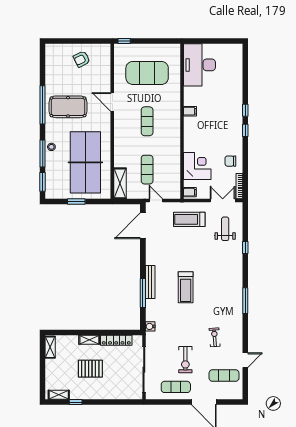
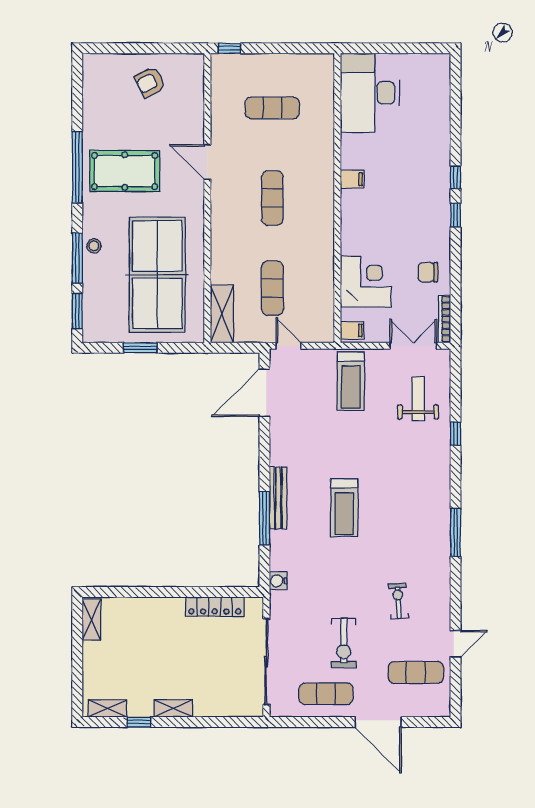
exercise mat: (147, 73) -> (272, 108), width x0.50, depth x0.69
treadmill: (189, 219) -> (351, 381), turned -90
shelving: (89, 340) -> (173, 708), moved
pallet: (90, 369) -> (166, 660), removed

